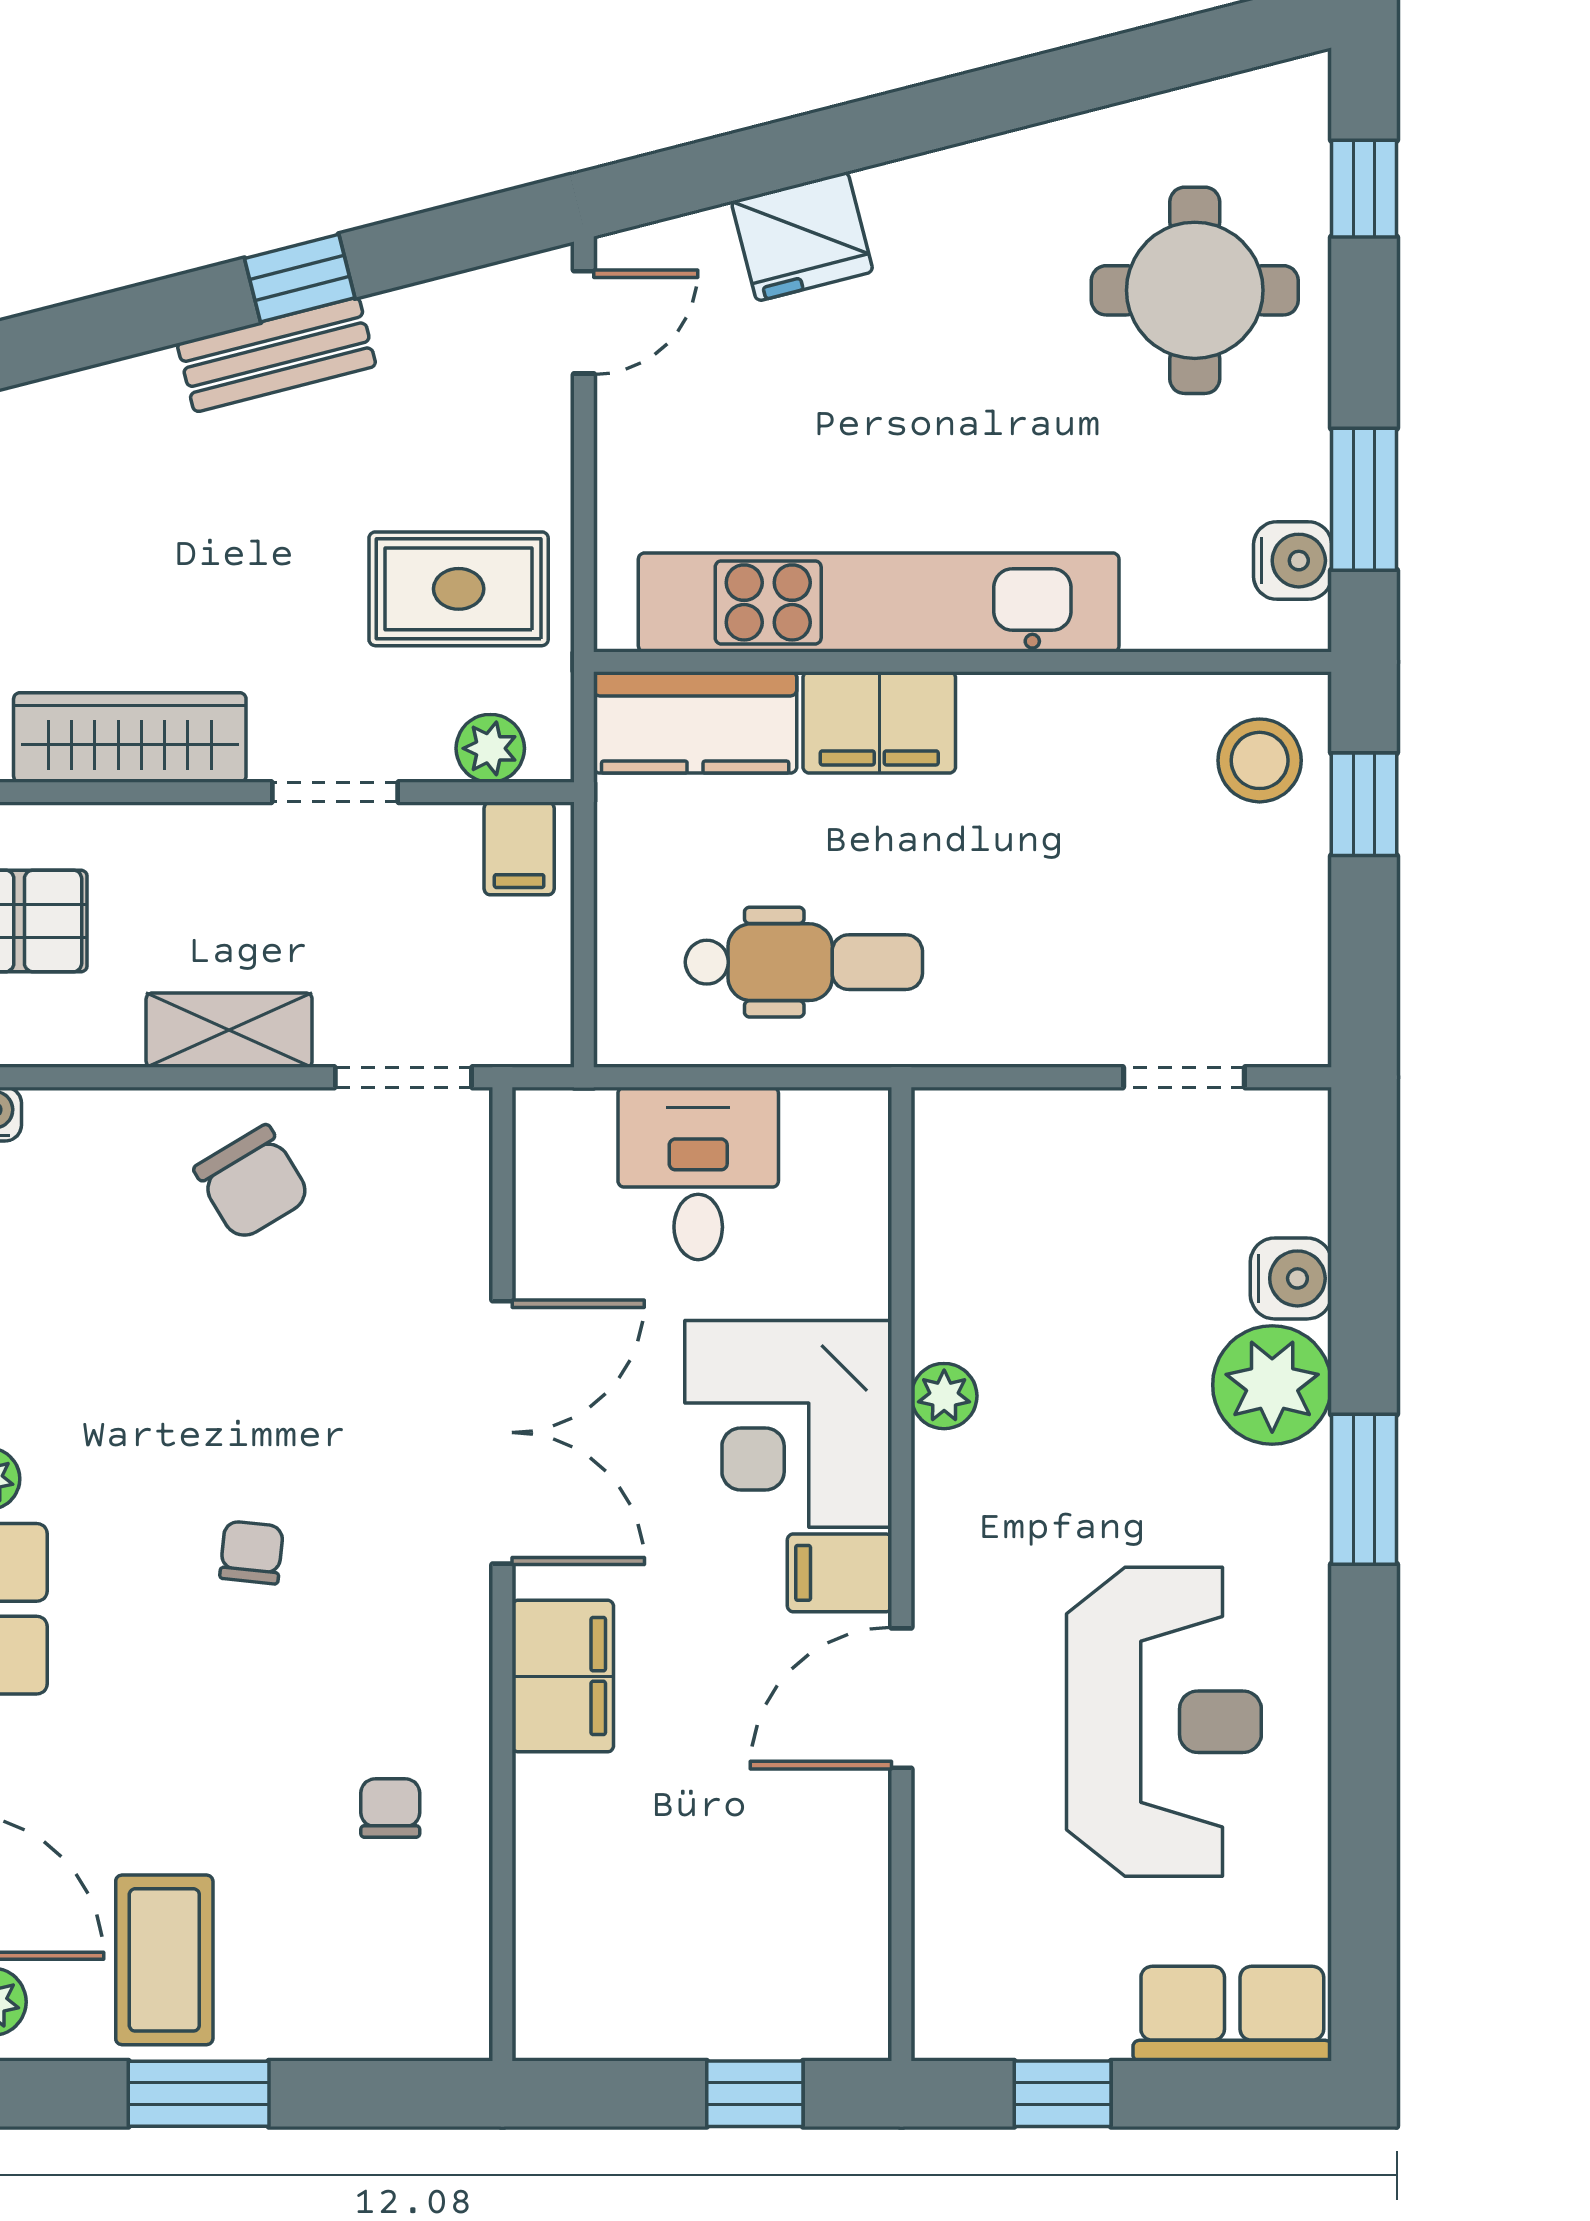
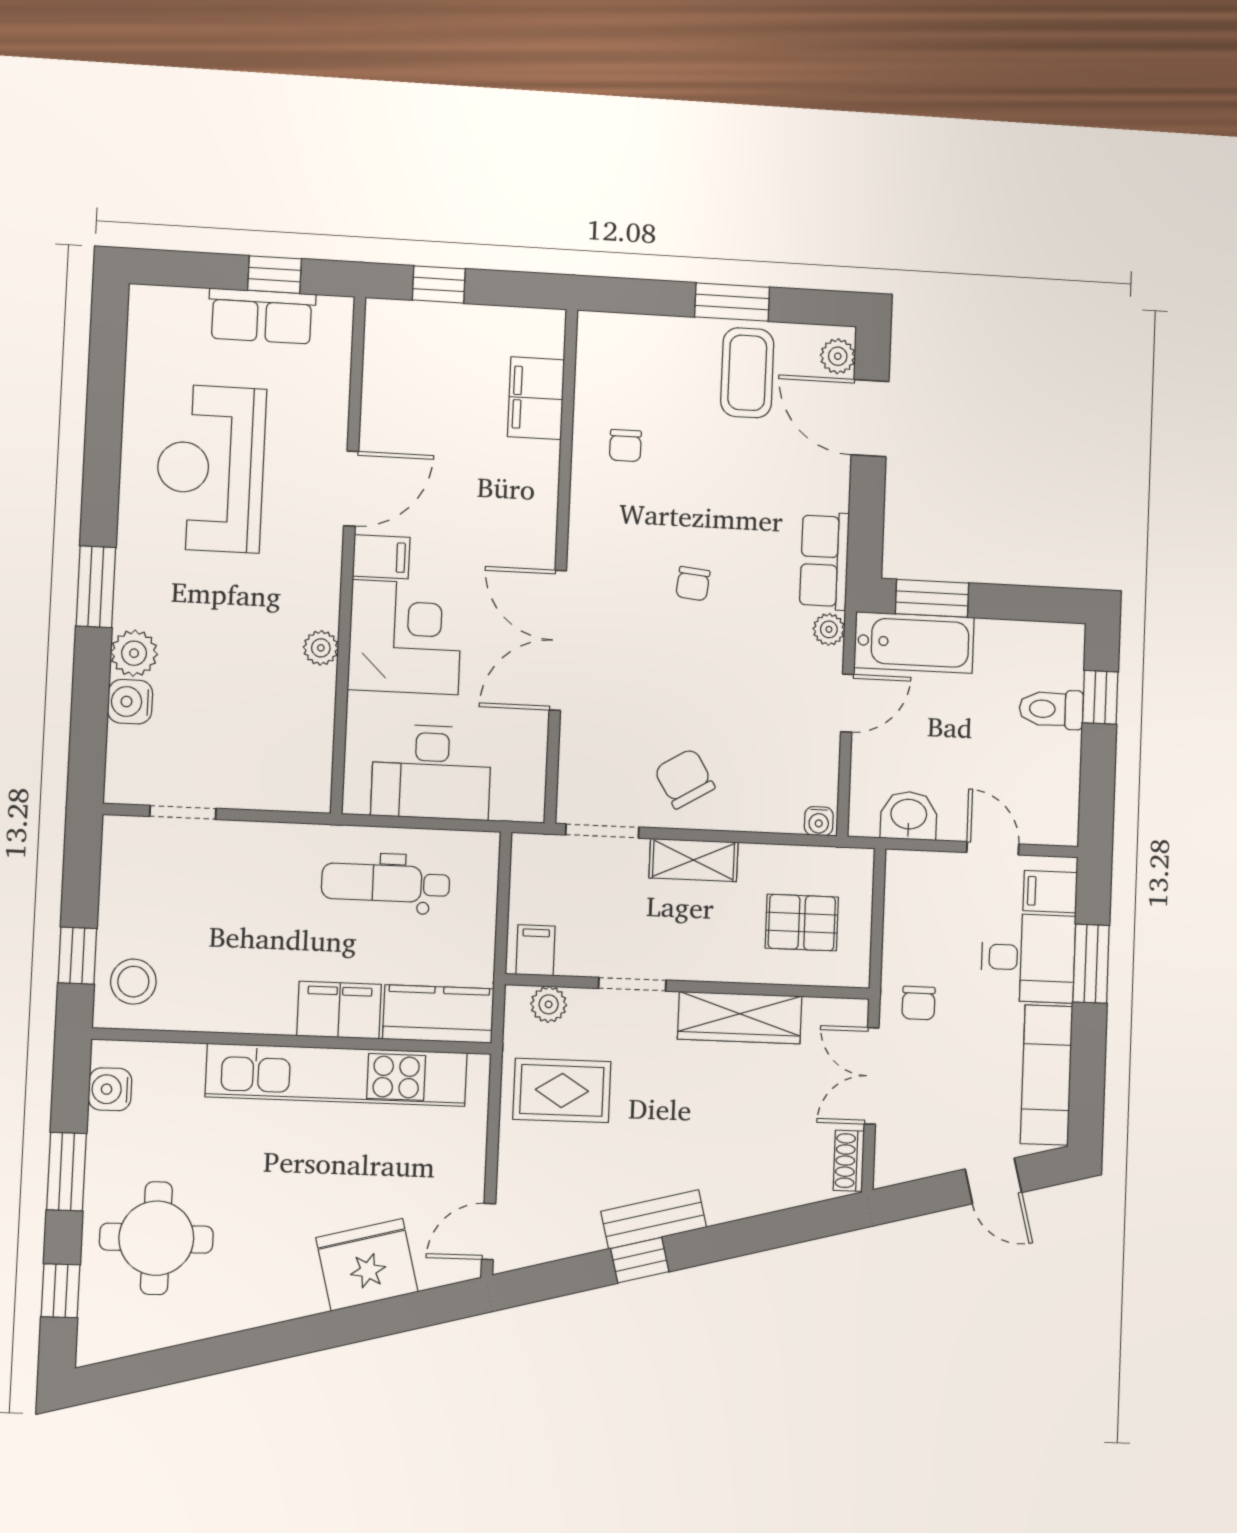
fridge: (802, 237) -> (367, 1265), width x1.36, depth x1.34
window: (1364, 499) -> (67, 1172), moved
desk: (698, 1173) -> (431, 772), width x1.37
plant: (1272, 1385) -> (134, 653), width x0.73, depth x0.73
filing cabinet: (563, 1676) -> (536, 398), moved
row of seats: (1232, 2014) -> (262, 316), moved

